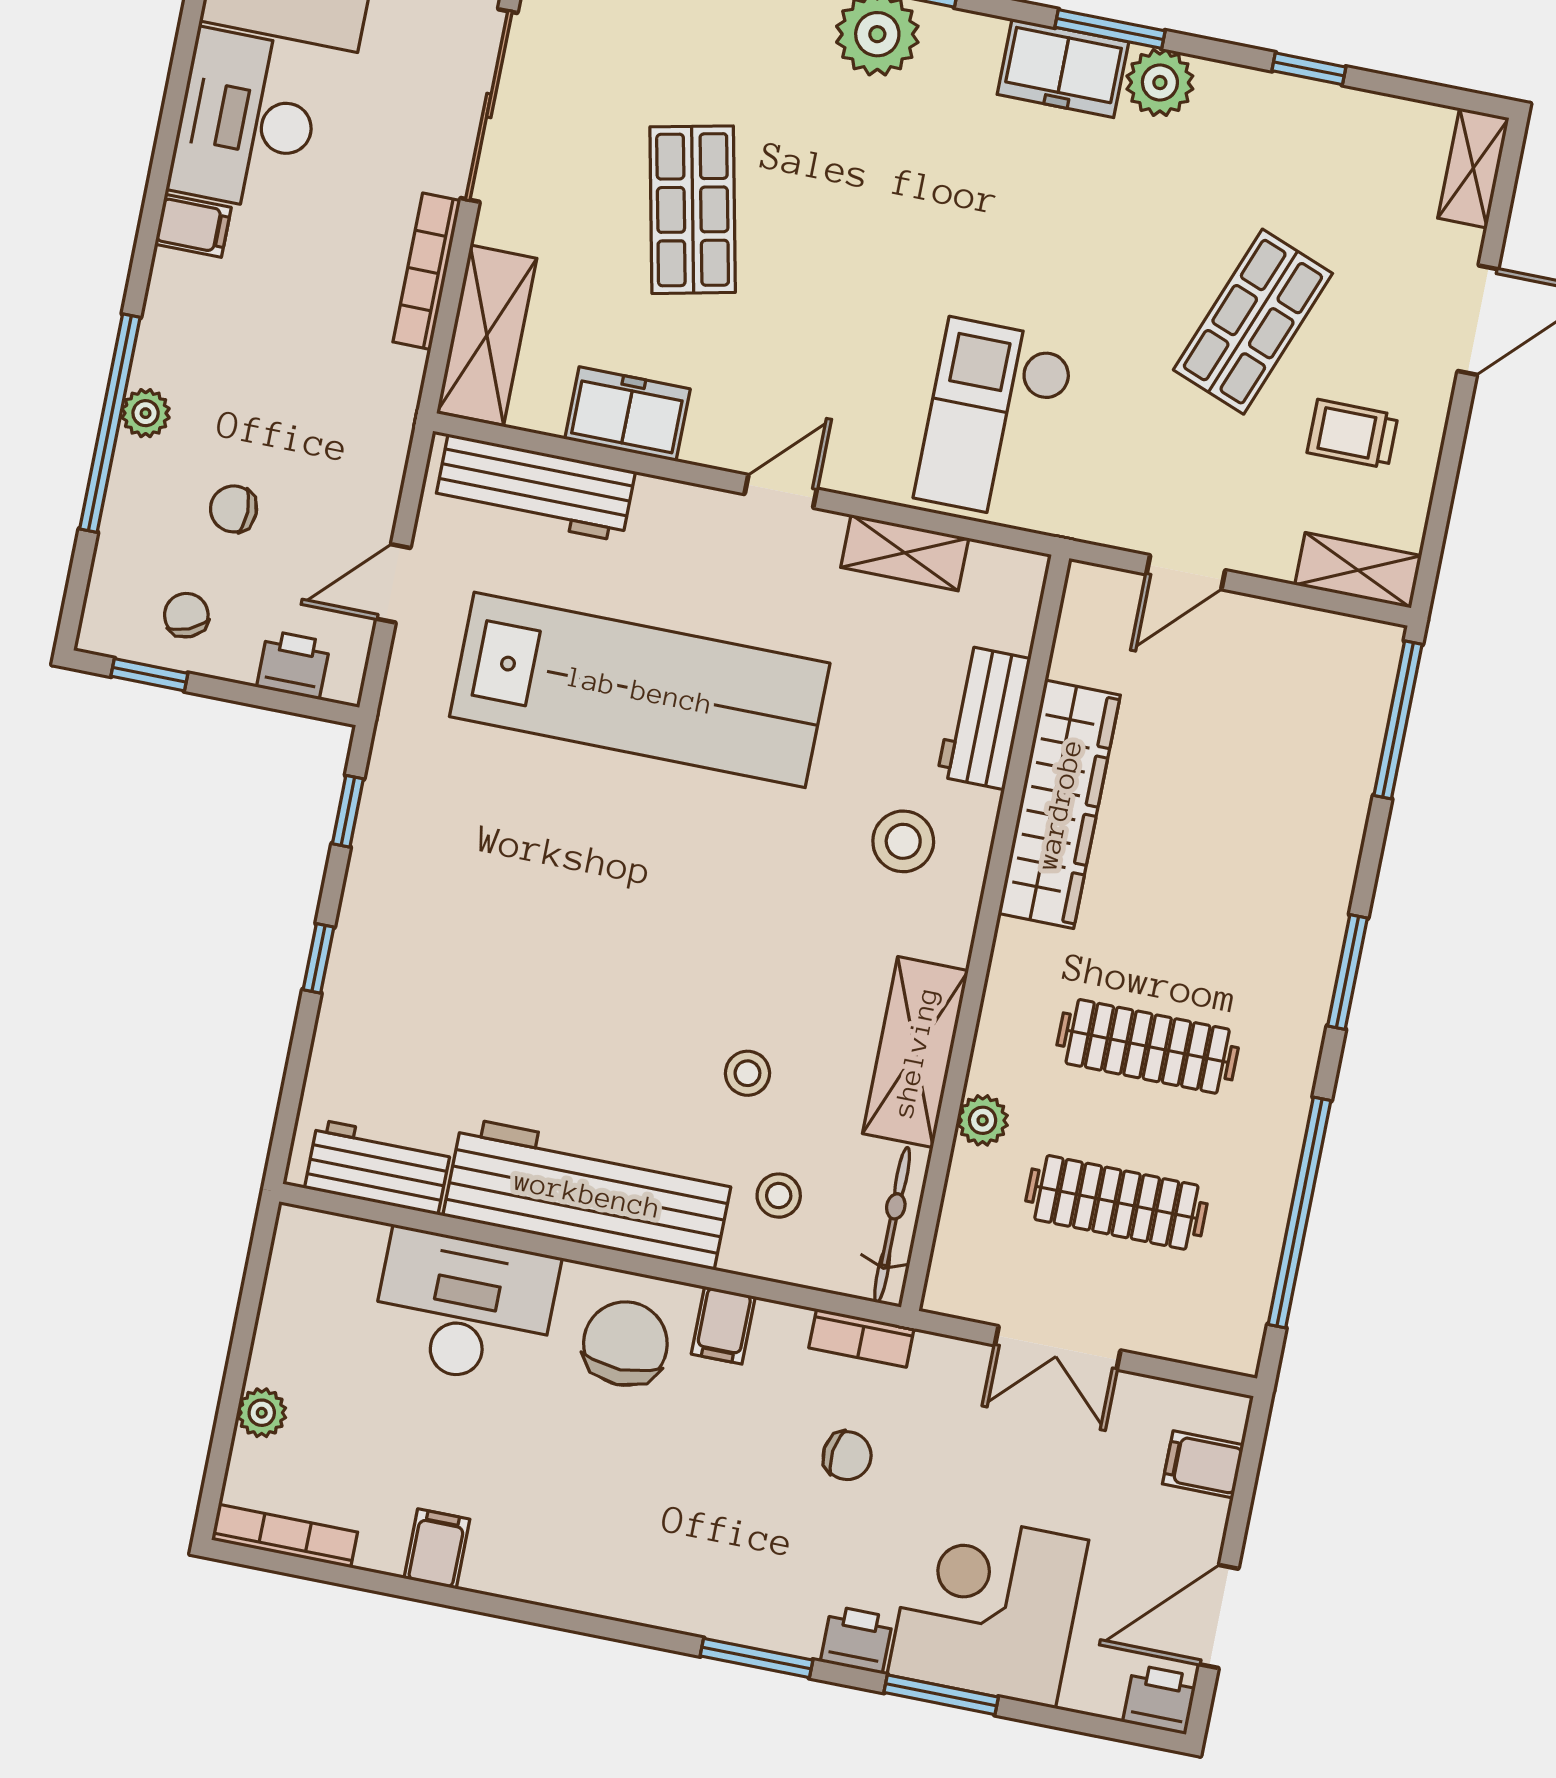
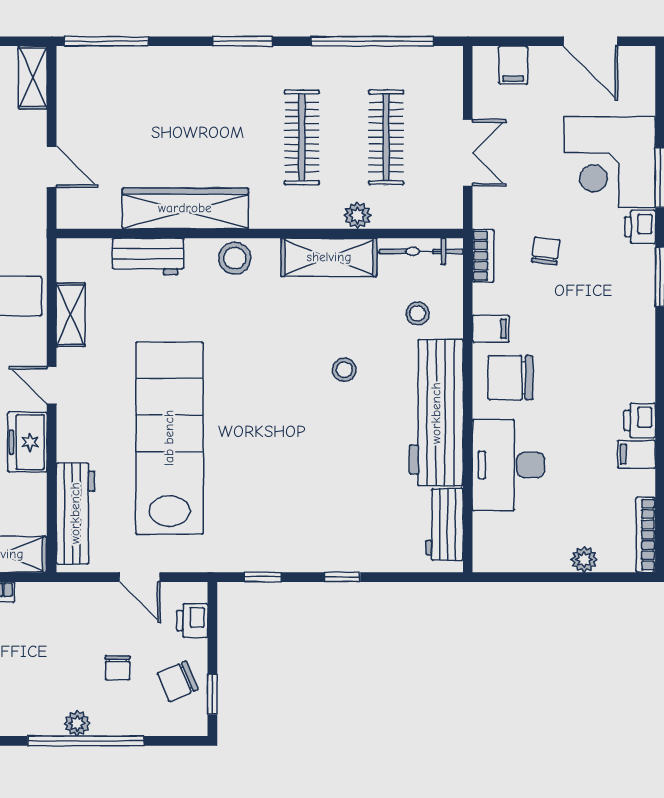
freezer: (627, 414) -> (27, 442), moved
chair: (186, 615) -> (178, 681), width x1.37, depth x1.37
stool: (903, 841) -> (235, 258), moved
stool: (747, 1073) -> (344, 370), moved
printer: (1160, 1699) -> (640, 420), moved

